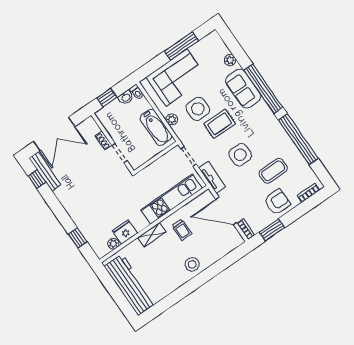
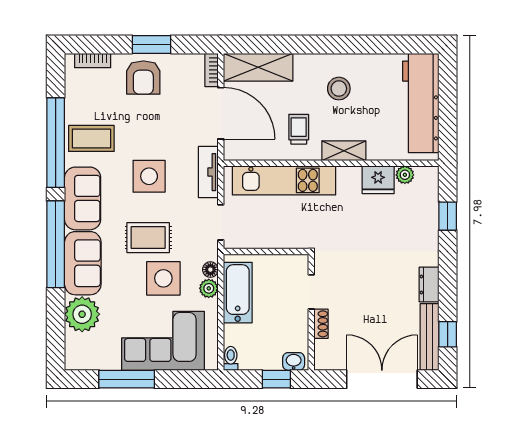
plant: (230, 60) -> (82, 314), width x1.88, depth x1.88
washbasin: (126, 97) -> (294, 361), moved
sofa: (266, 121) -> (83, 198), added
floor lamp: (177, 129) -> (210, 270), added
coffee table: (273, 171) -> (91, 138), moved
dresser: (63, 197) -> (429, 285), added
armchair: (277, 202) -> (143, 78), turned -90
window: (272, 230) -> (152, 44), moved
shelving: (223, 247) -> (258, 67), added
stool: (192, 264) -> (339, 89), moved

